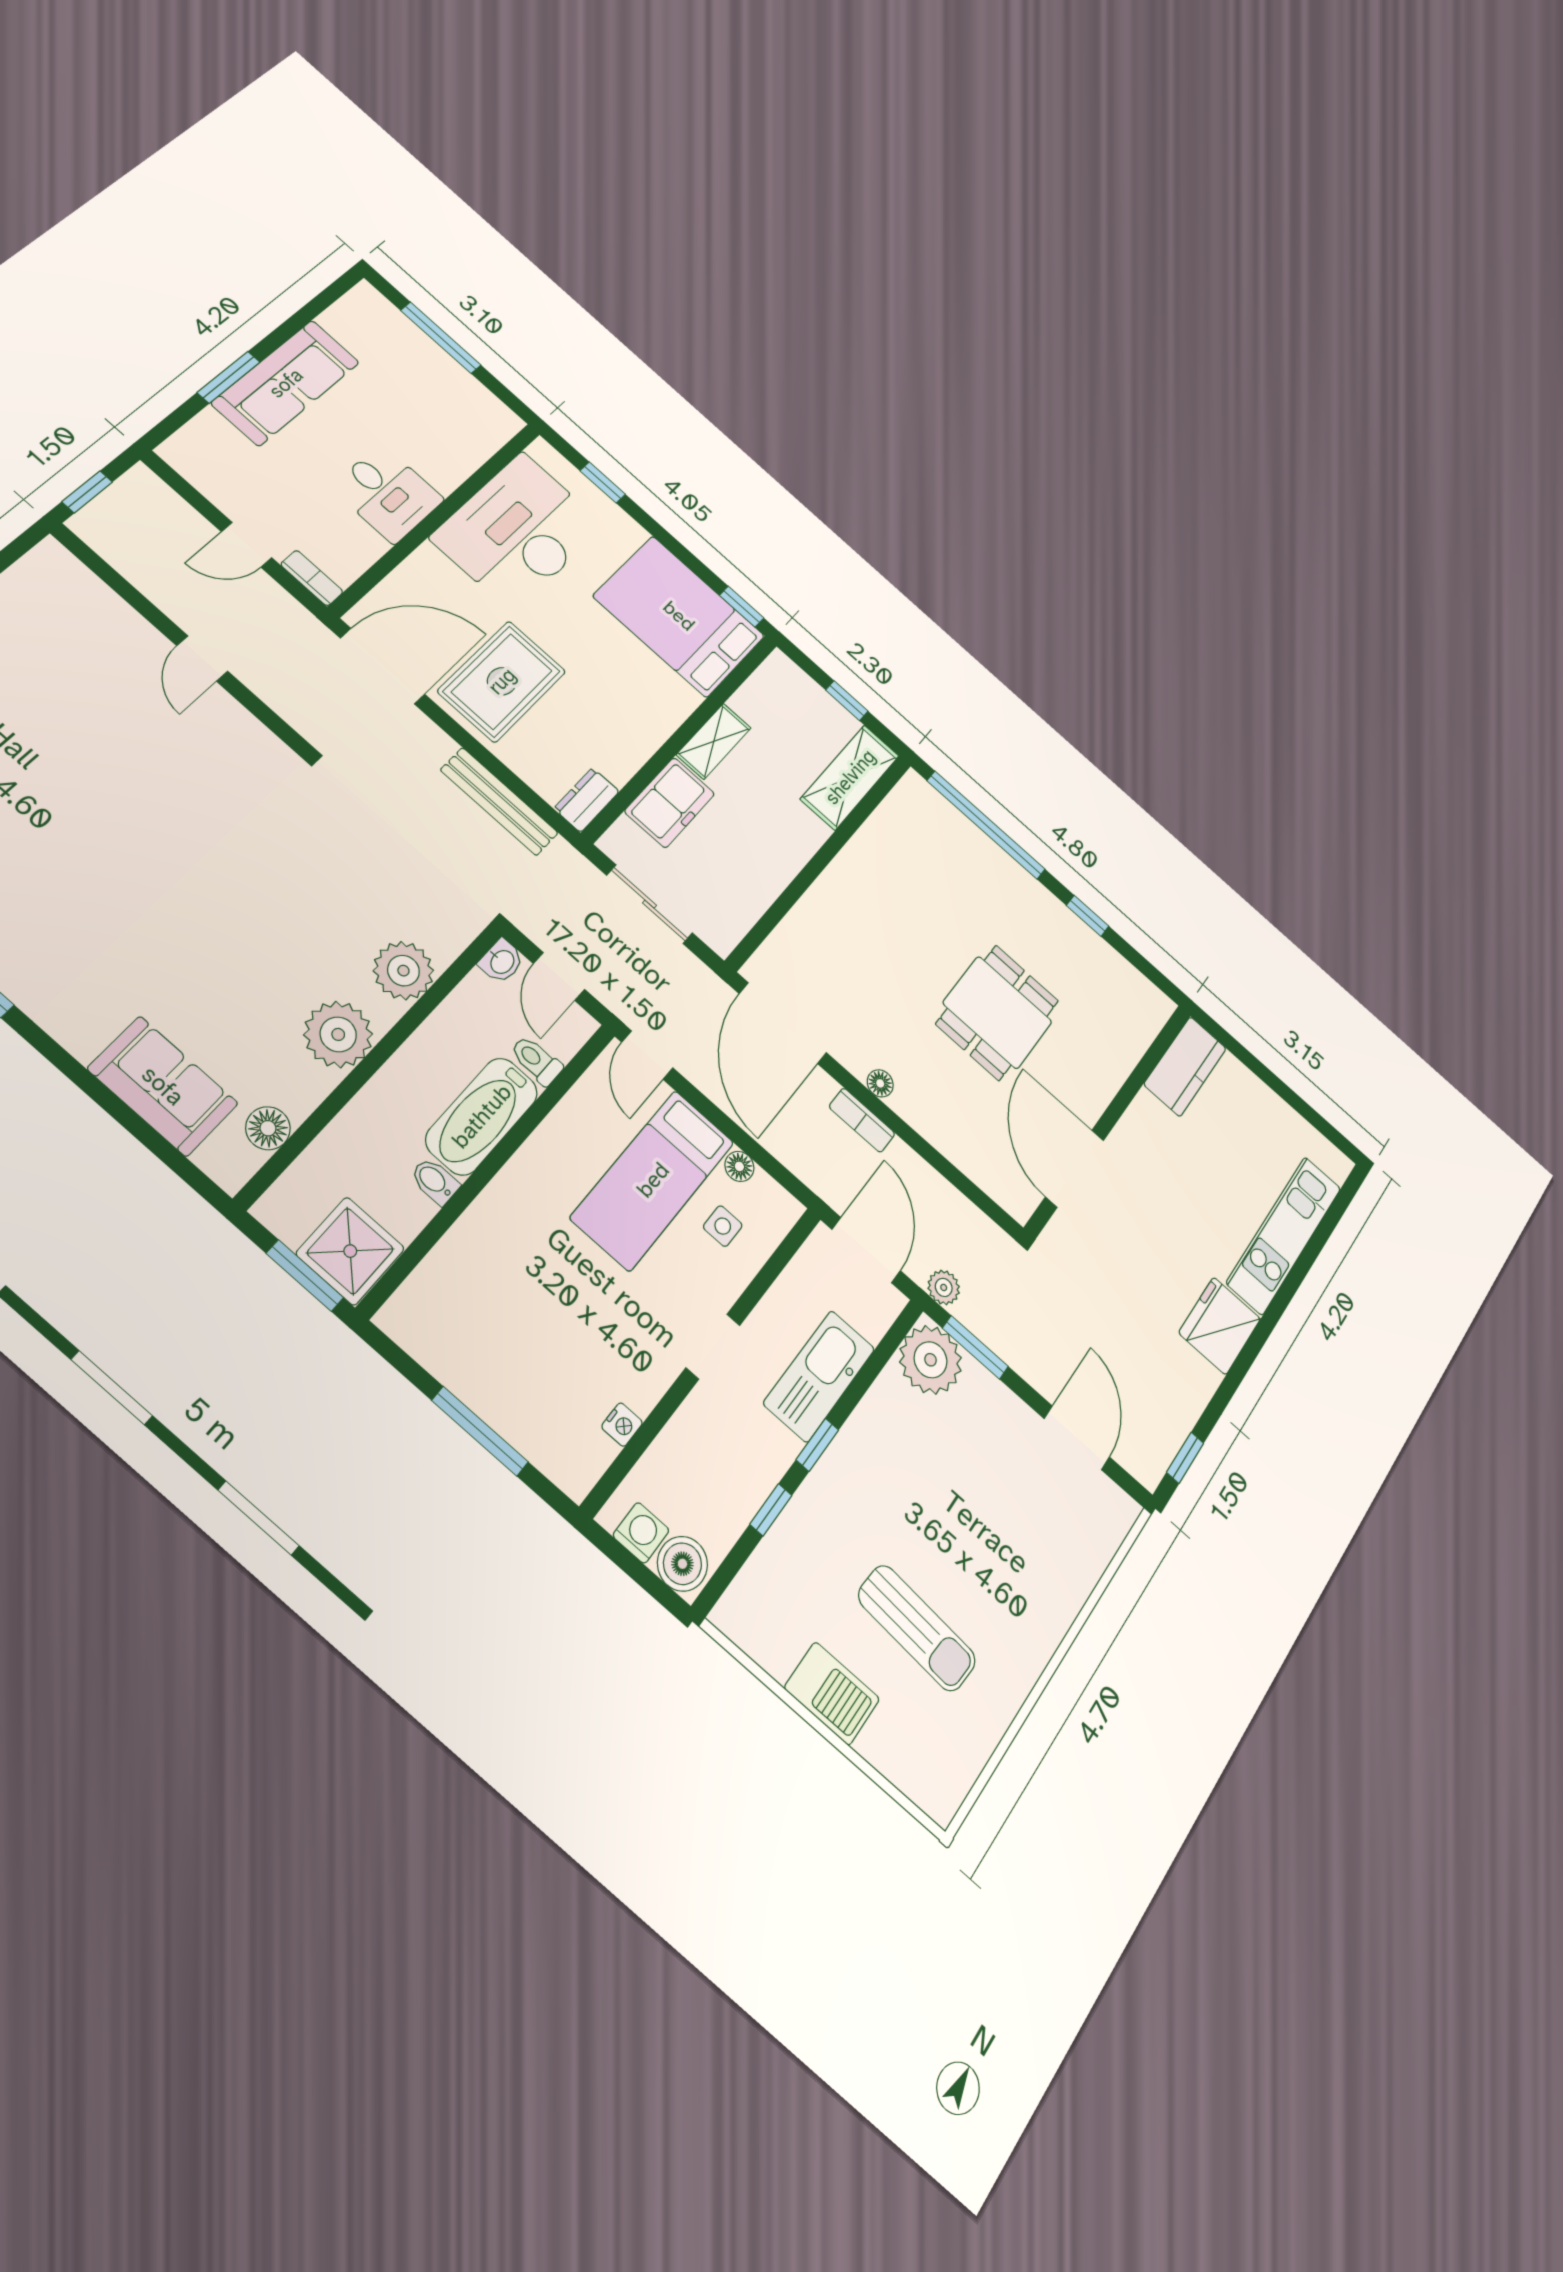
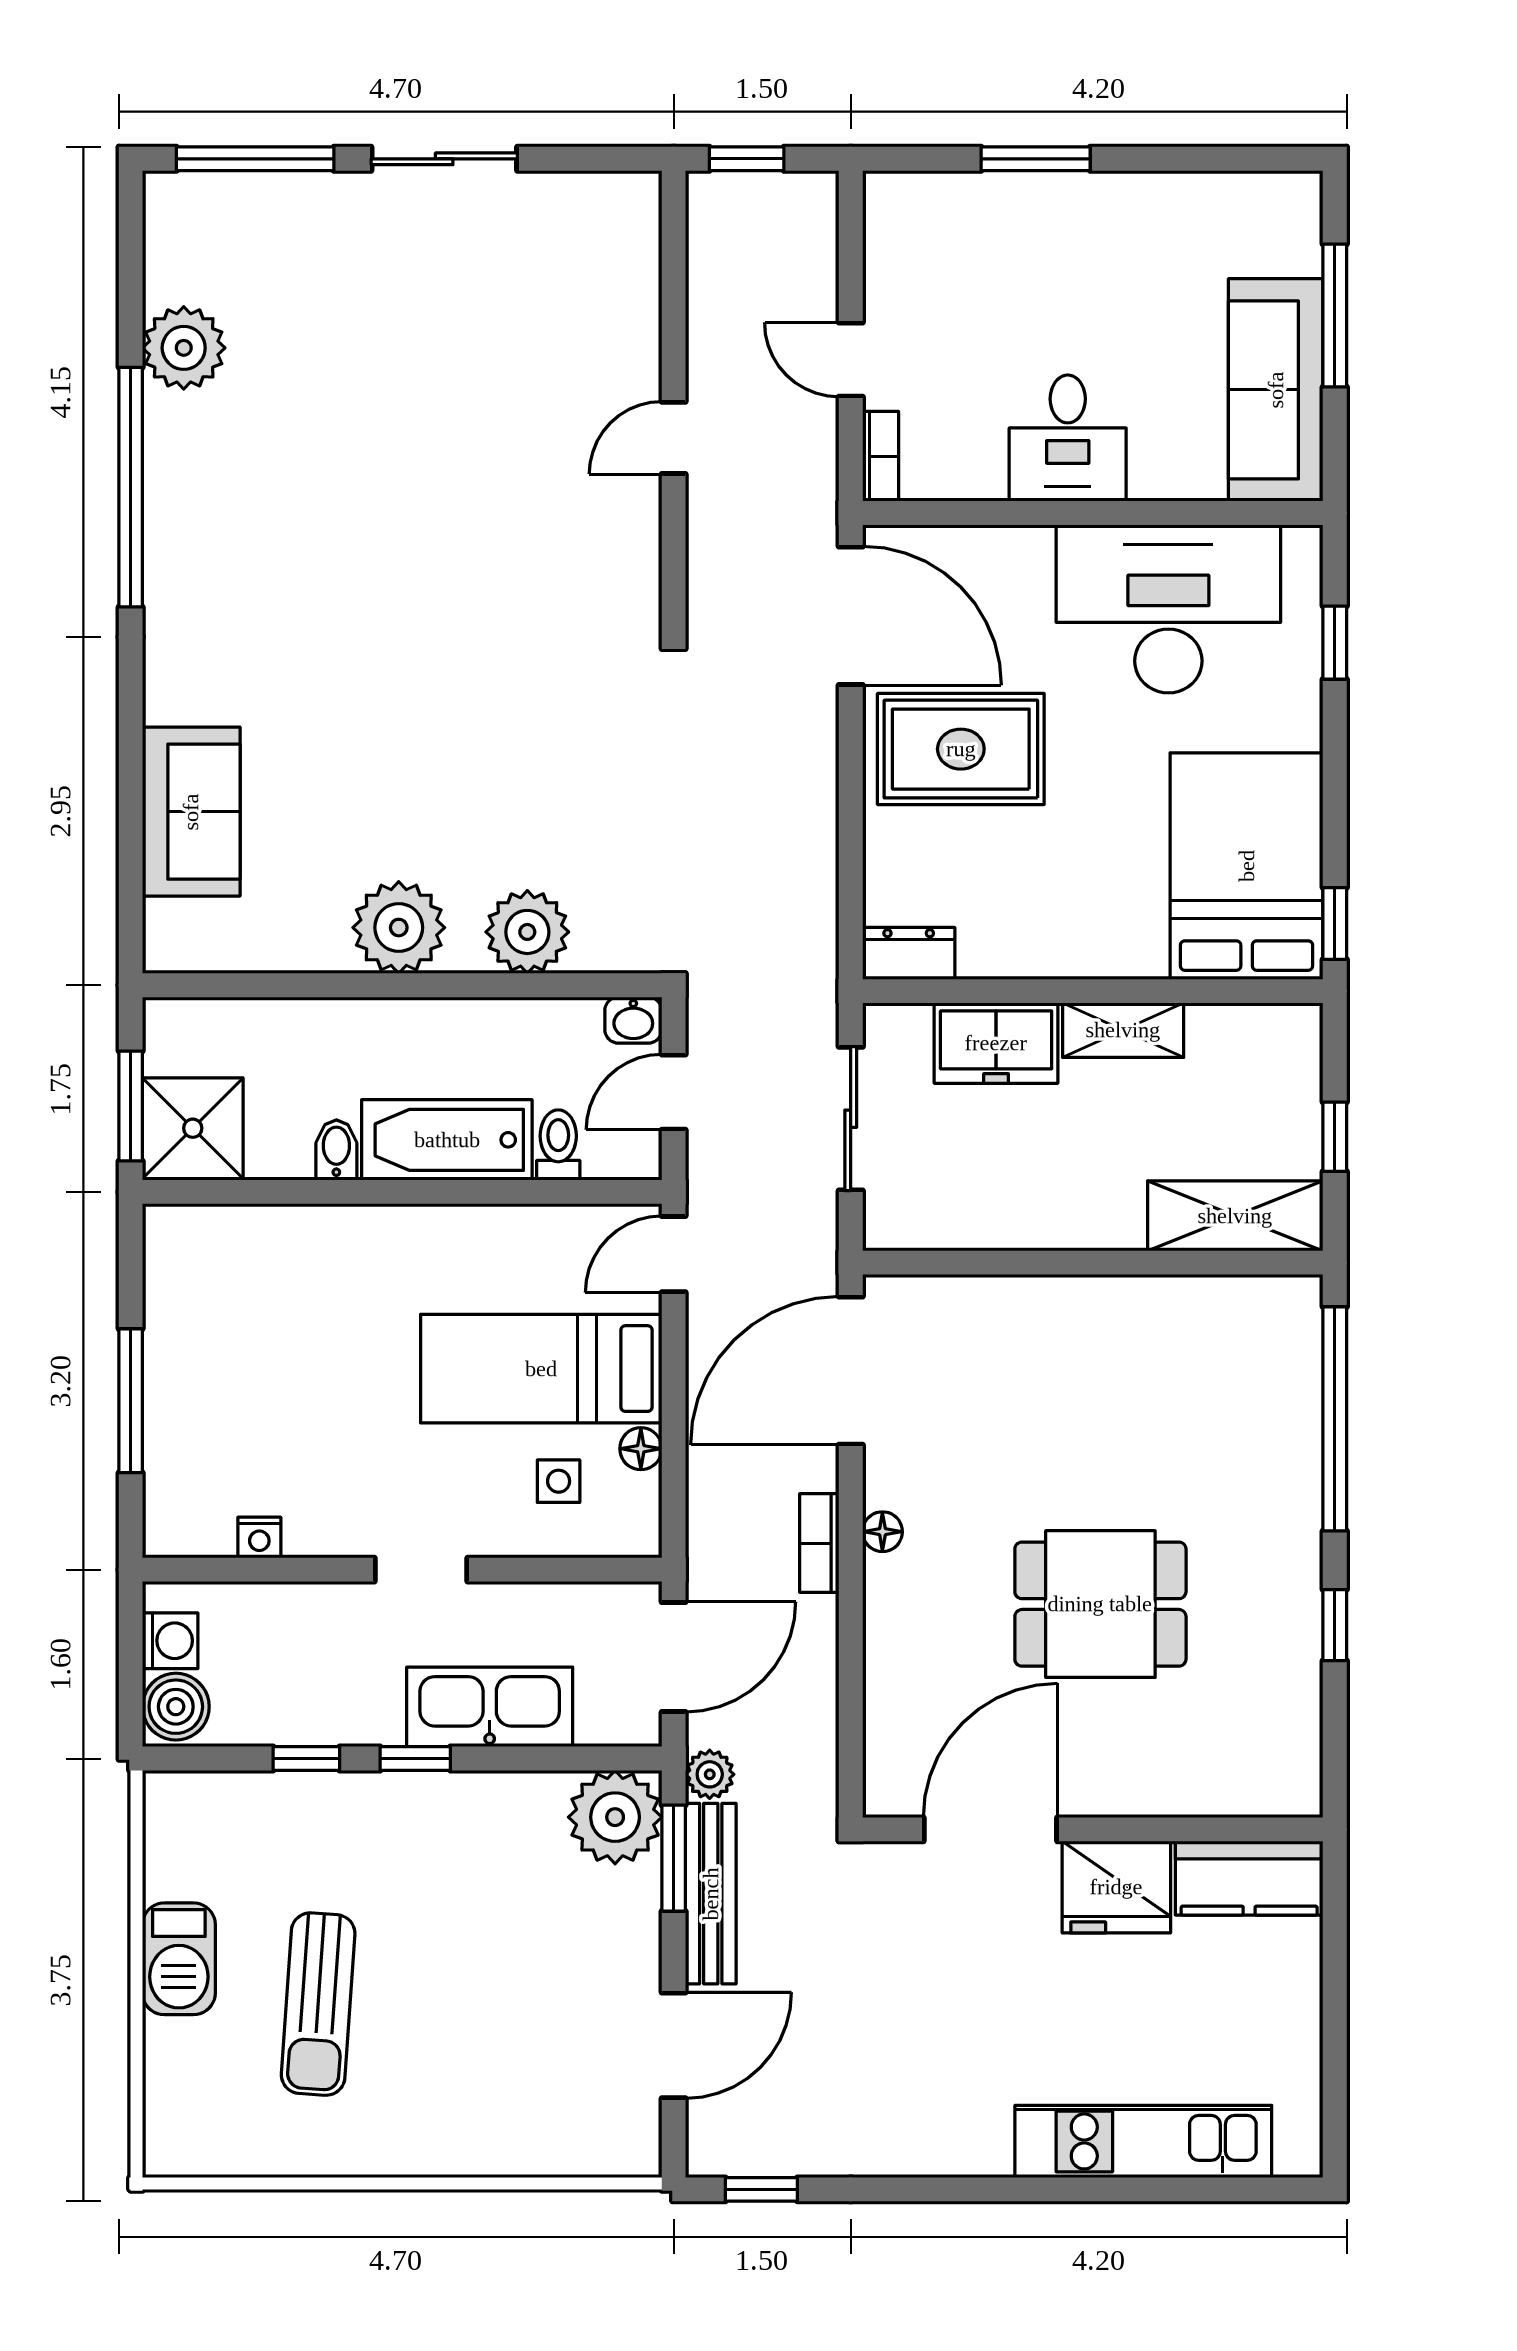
sofa: (286, 383) -> (1276, 390), moved, turned 90
bench: (499, 802) -> (711, 1894), moved
floor lamp: (268, 1128) -> (241, 945), removed
fridge: (1220, 1326) -> (1116, 1887), moved, turned 180

